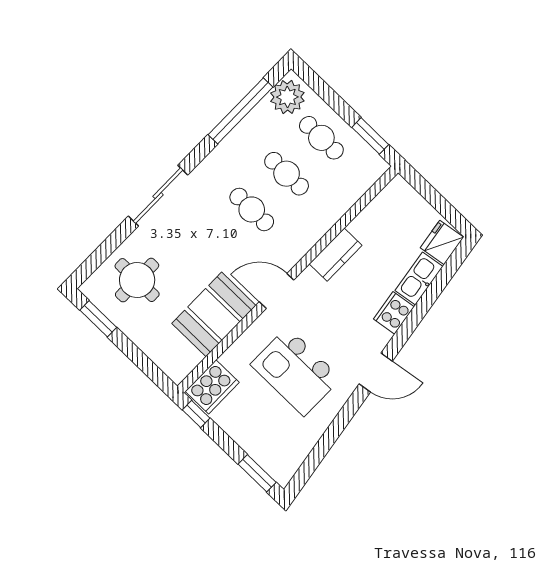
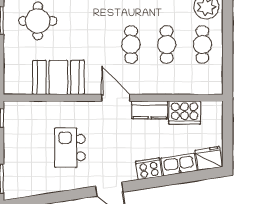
window: (370, 136) -> (228, 69), removed
door: (277, 291) -> (116, 98), moved
kitchen island: (296, 371) -> (70, 148), width x0.73, depth x0.78
cooker: (212, 387) -> (185, 113), moved

